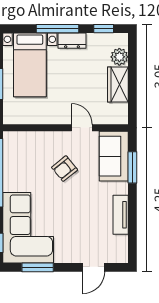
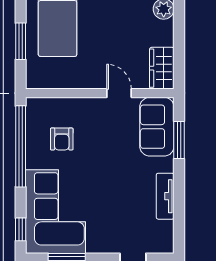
wardrobe: (118, 85) -> (162, 68), moved
armchair: (65, 169) -> (62, 139), moved, turned -51

